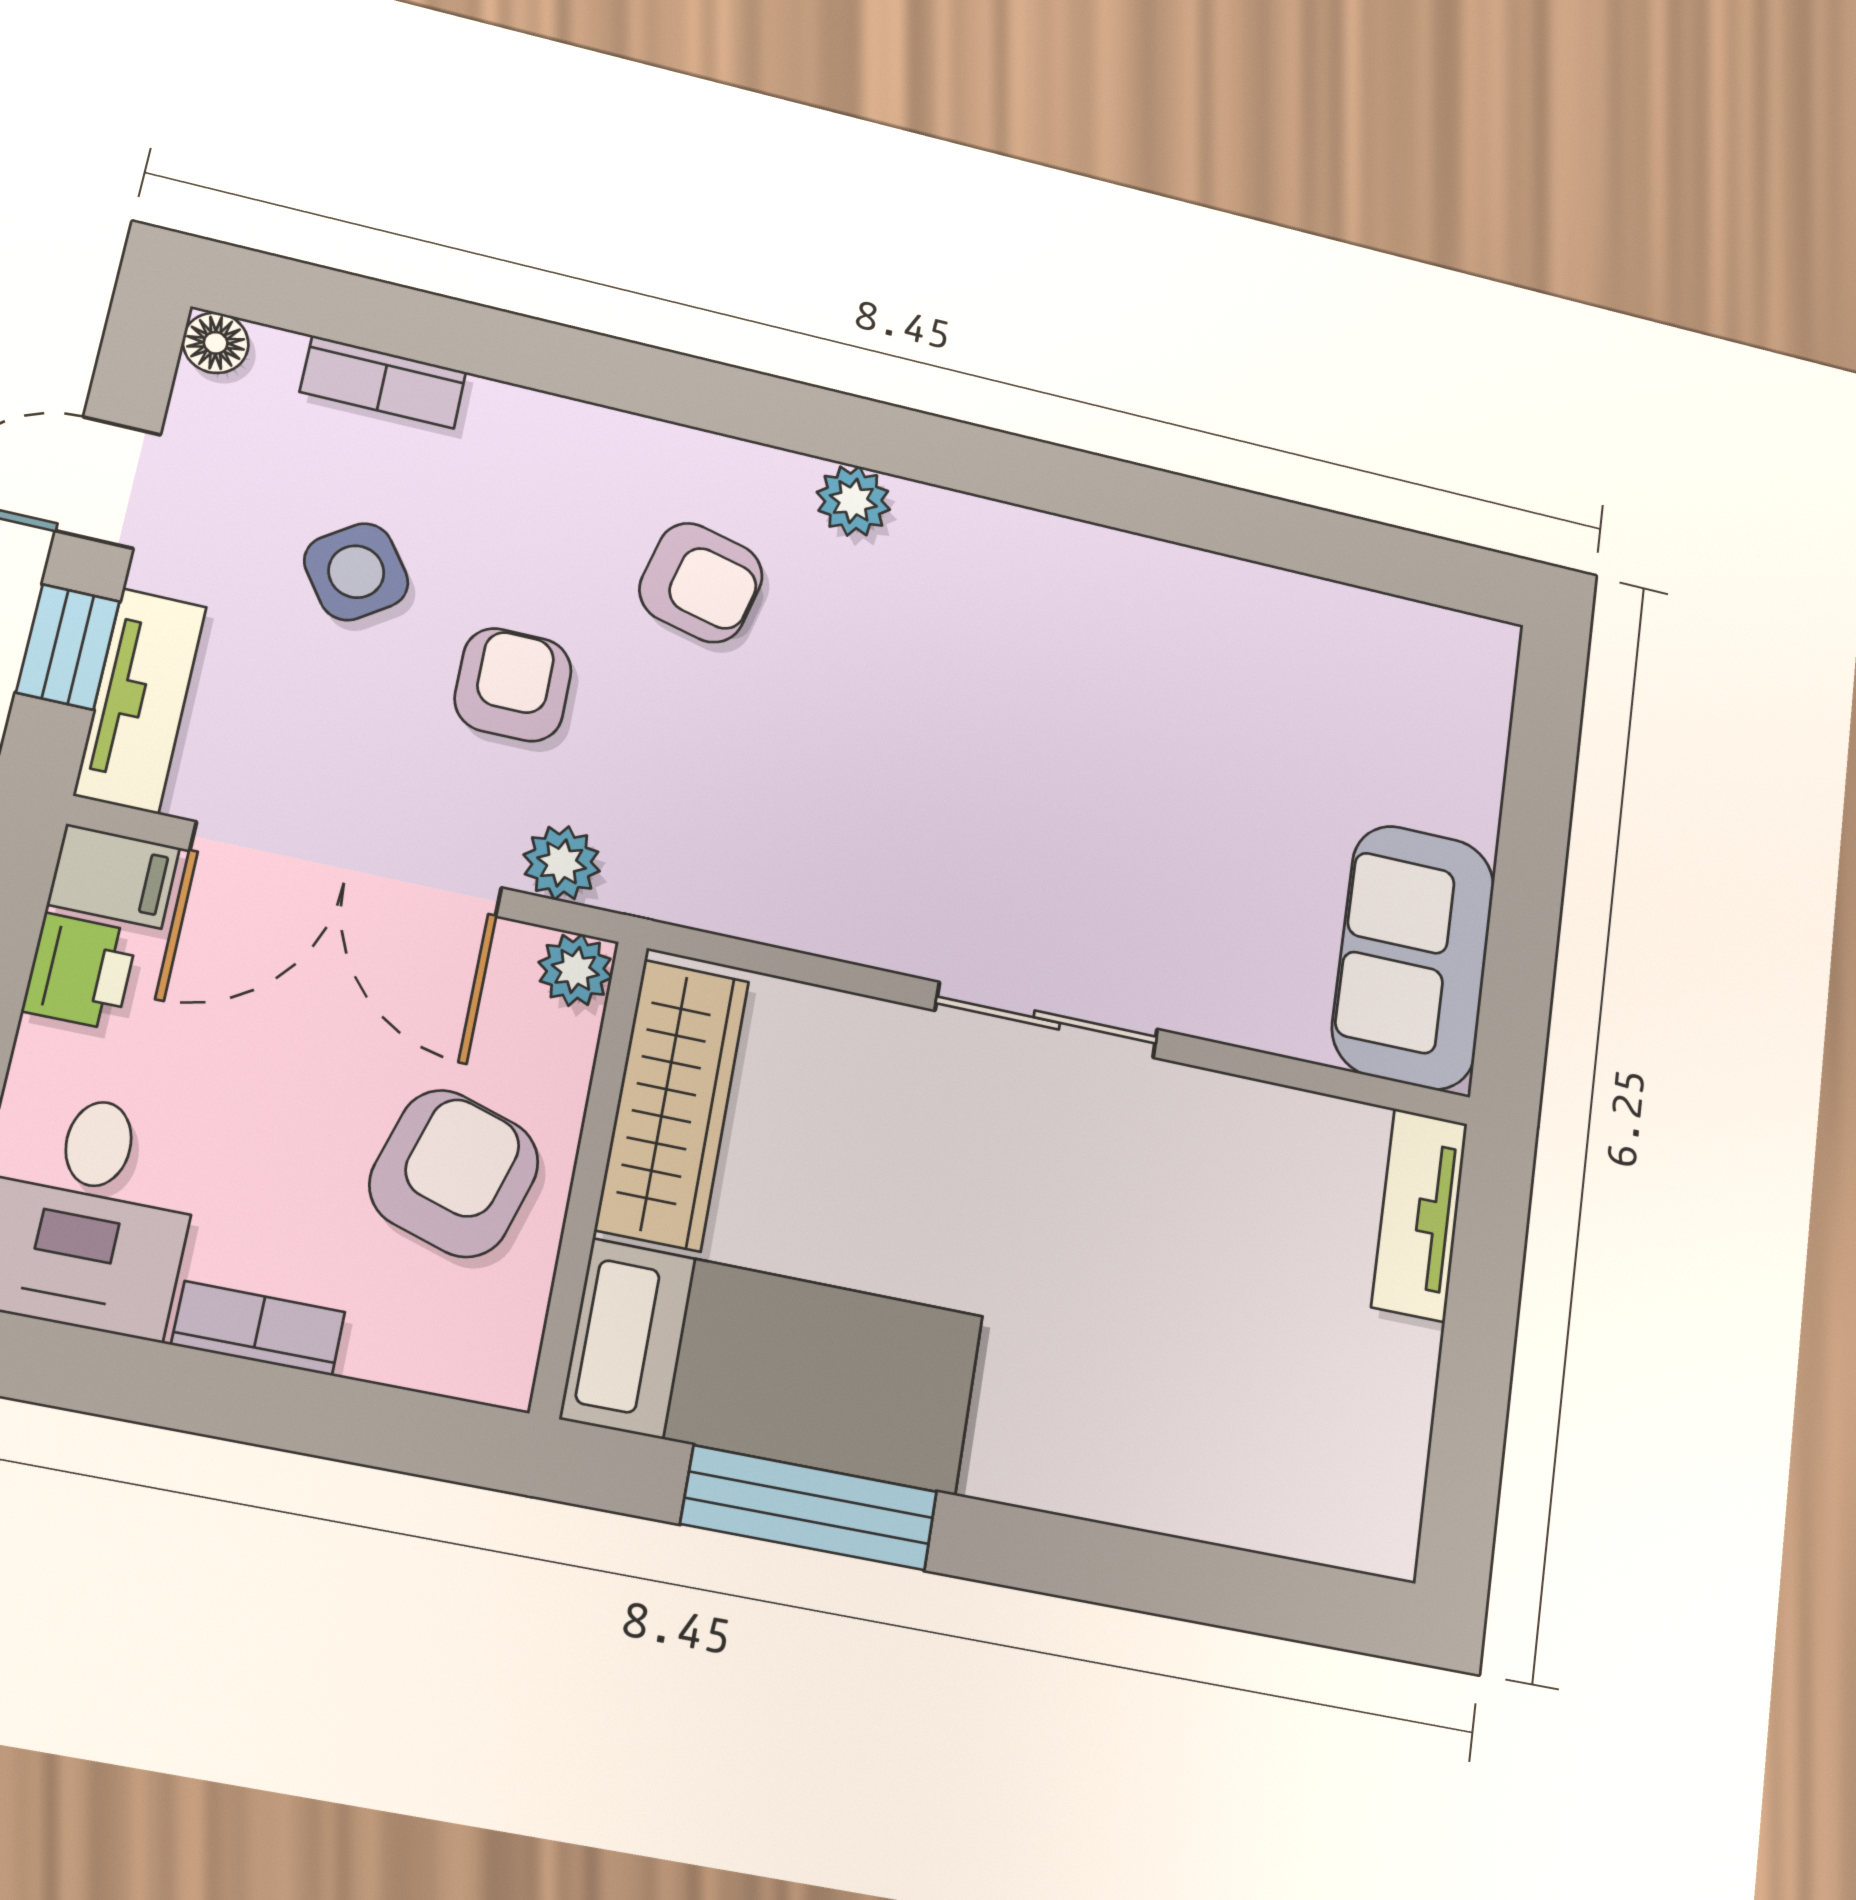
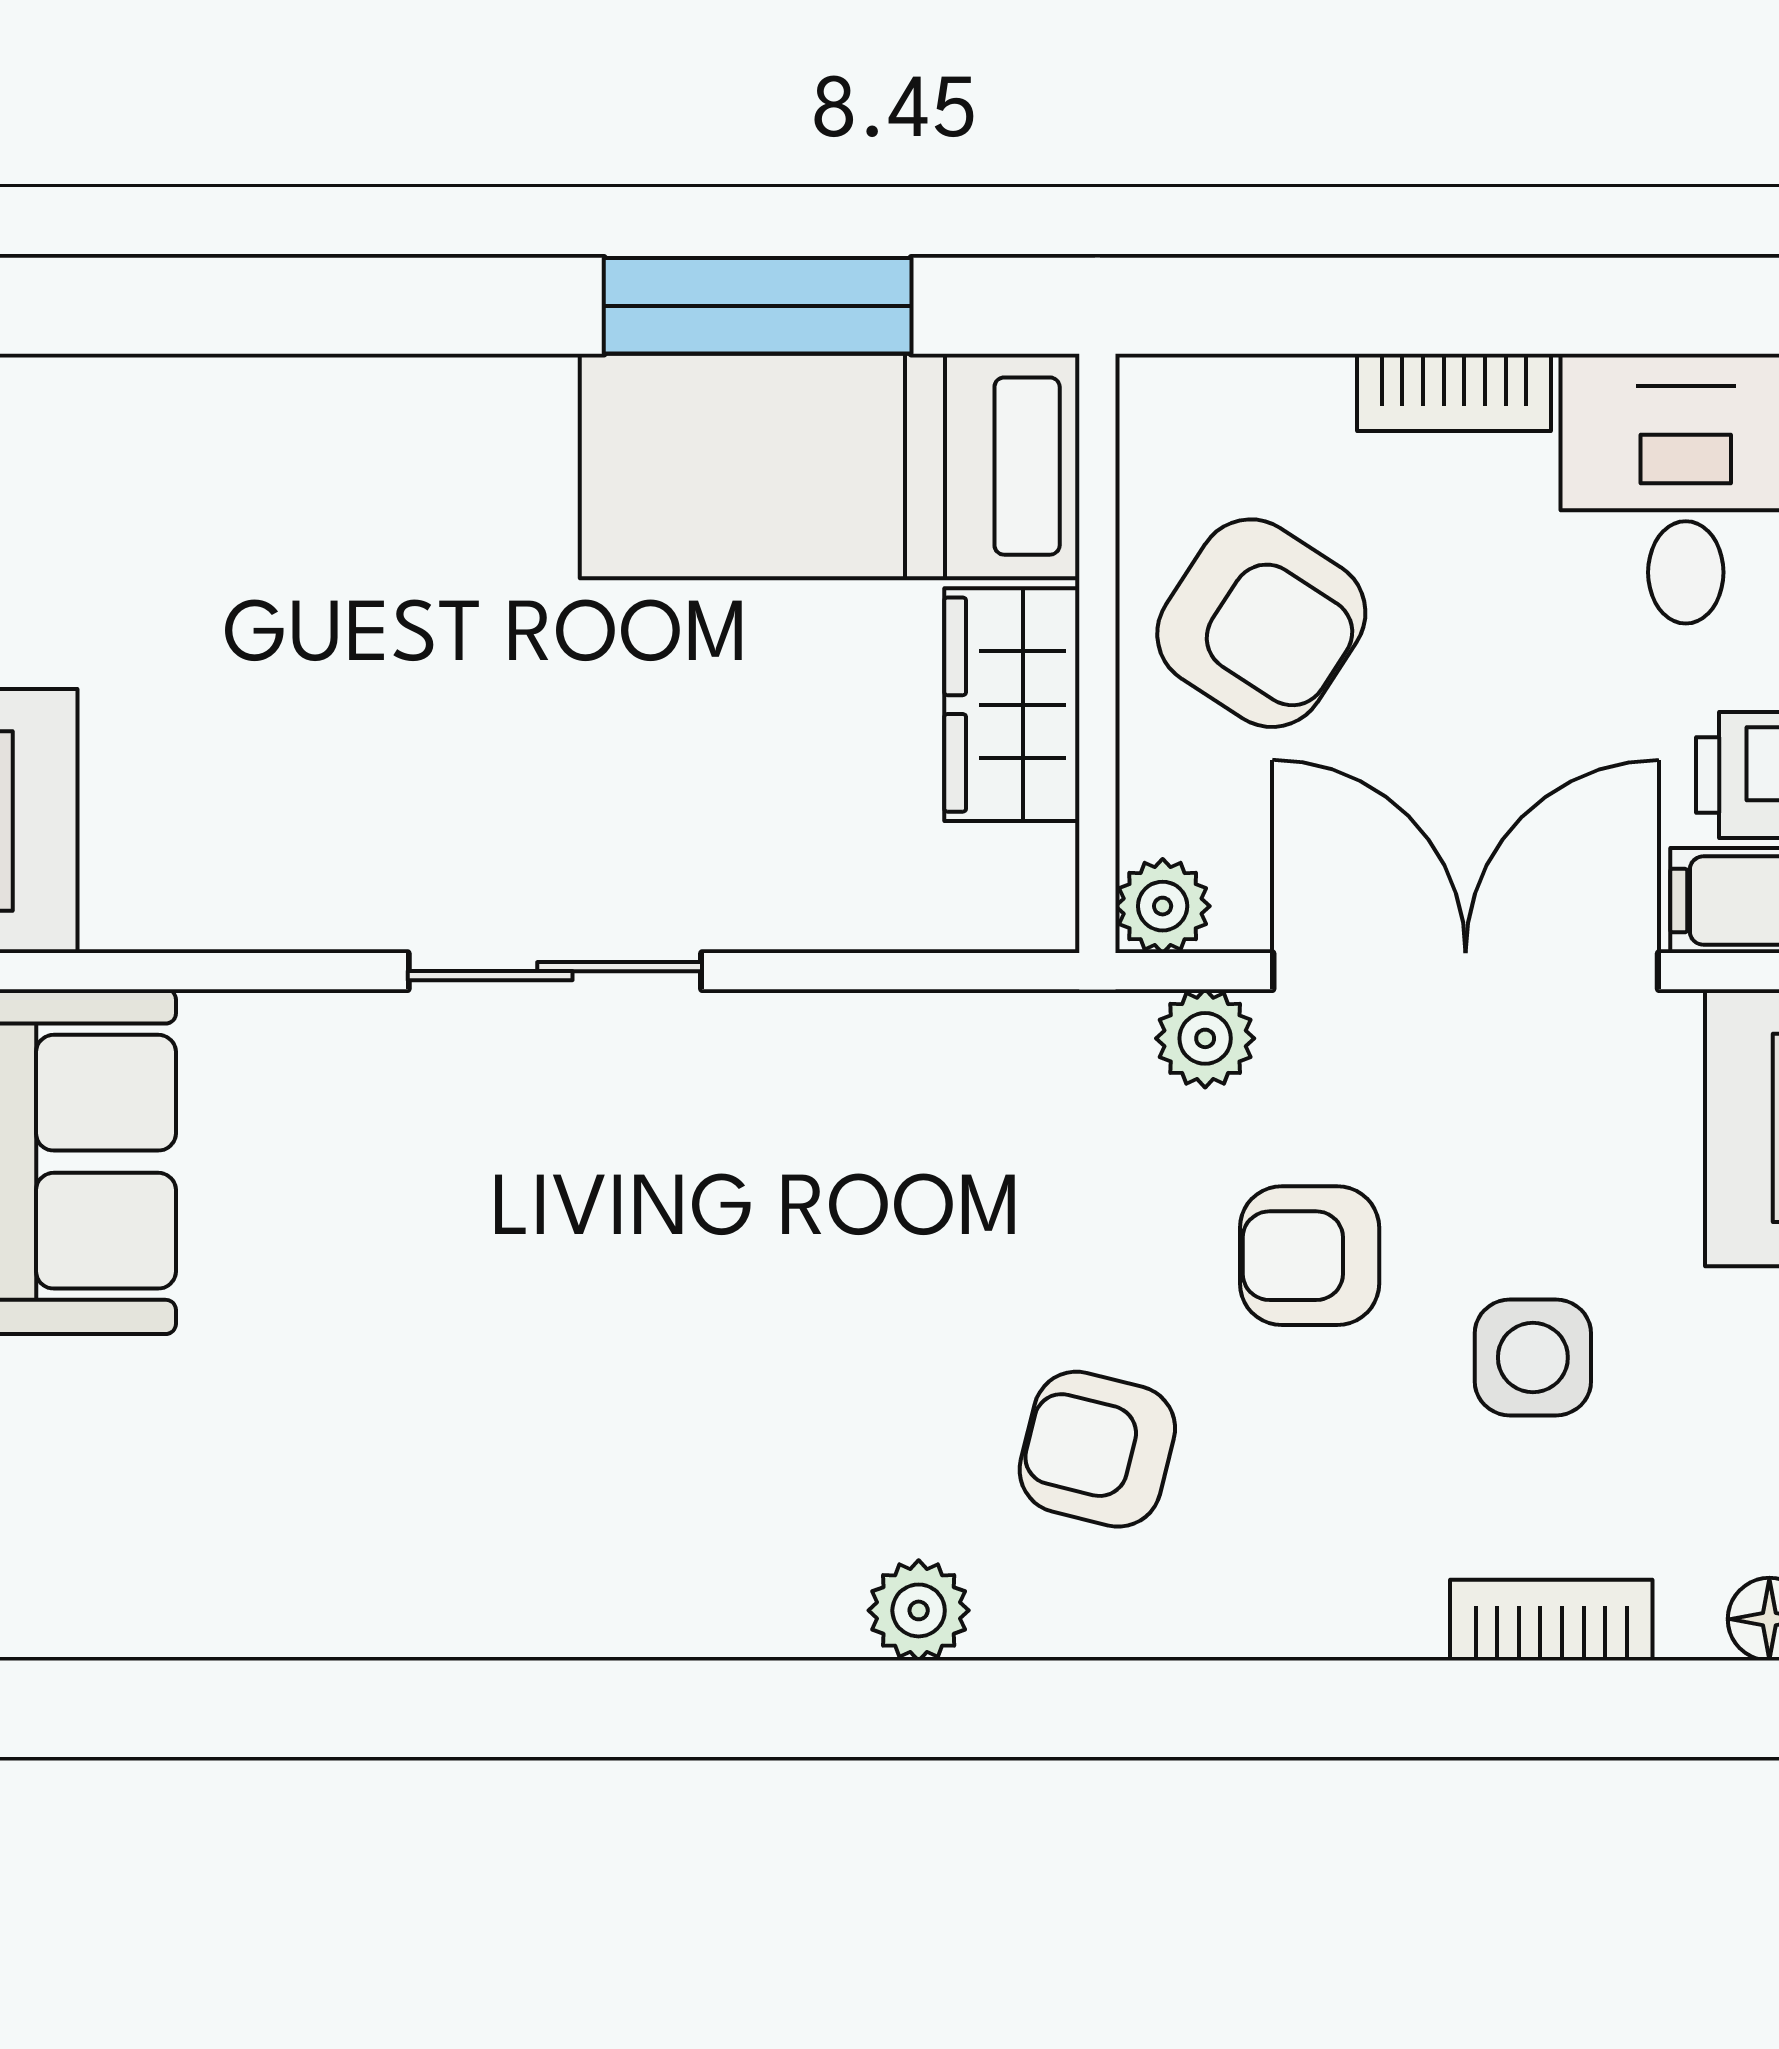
side table: (356, 572) -> (1533, 1357), turned 35
armchair: (513, 685) -> (1310, 1256), turned 90
wardrobe: (672, 1104) -> (1012, 705), width x0.67
armchair: (454, 1173) -> (1261, 623), turned -74

